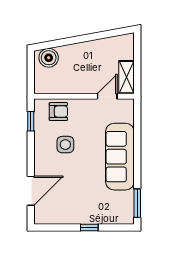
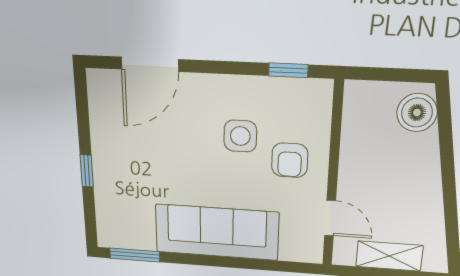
shelving: (127, 77) -> (389, 256), moved
armchair: (58, 112) -> (290, 160), moved
door: (31, 191) -> (150, 64), hinge flipped

